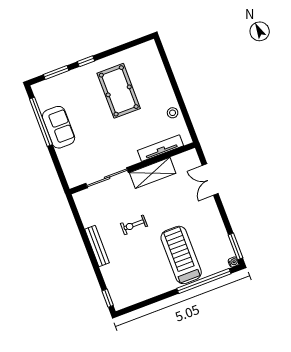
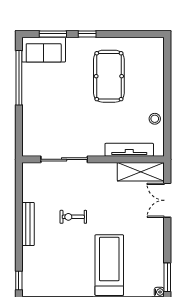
sofa: (59, 127) -> (44, 50), moved, turned 90
shelving: (153, 173) -> (141, 172), moved

